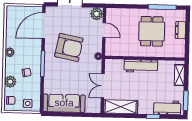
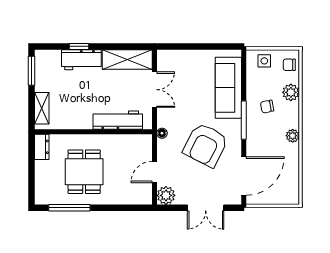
door: (104, 30) -> (154, 172), hinge flipped
dresser: (180, 30) -> (42, 147), moved
armchair: (69, 47) -> (206, 145), turned -74
workbench: (141, 66) -> (118, 120), moved
sofa: (64, 103) -> (228, 88), moved, turned 90
workbench: (167, 108) -> (81, 60), moved

